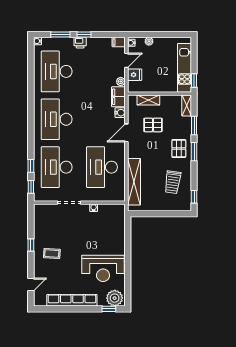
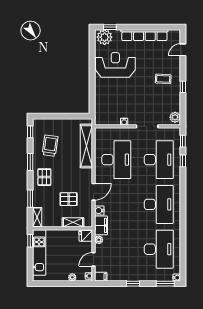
window: (60, 34) -> (165, 284), moved
printer: (80, 43) -> (137, 276), removed
fridge: (135, 75) -> (86, 236), moved
window: (194, 152) -> (30, 162), moved
plant: (39, 212) -> (175, 117), added

